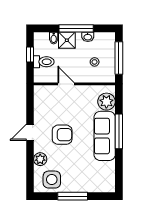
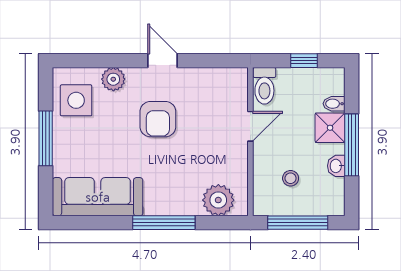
toilet: (44, 62) -> (264, 86), moved
sofa: (105, 136) -> (98, 197), moved

